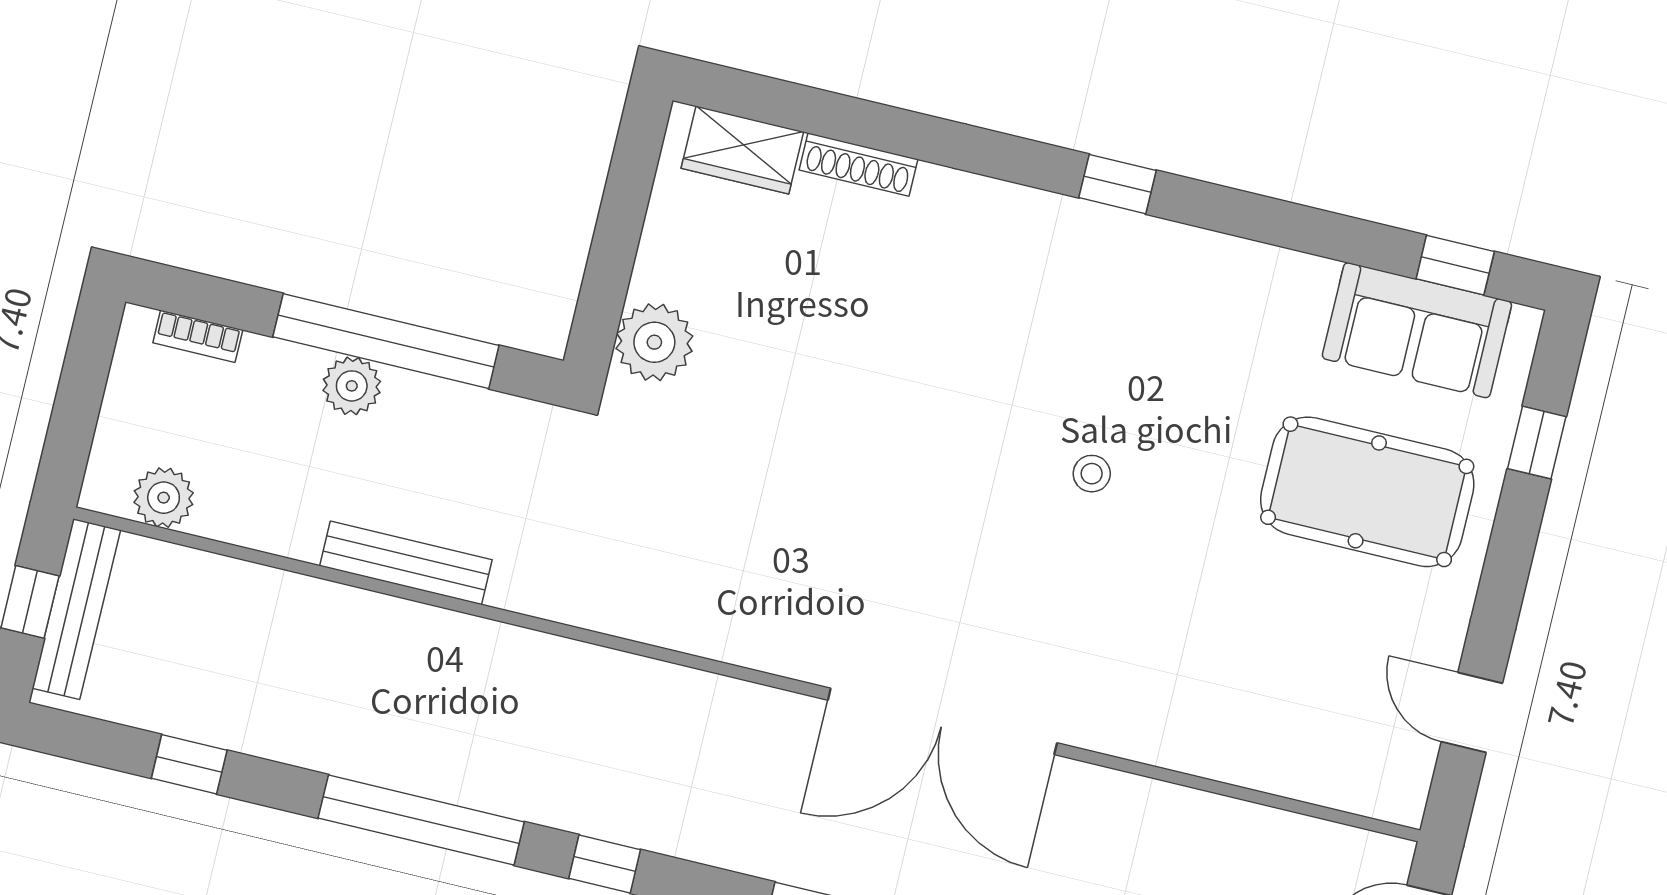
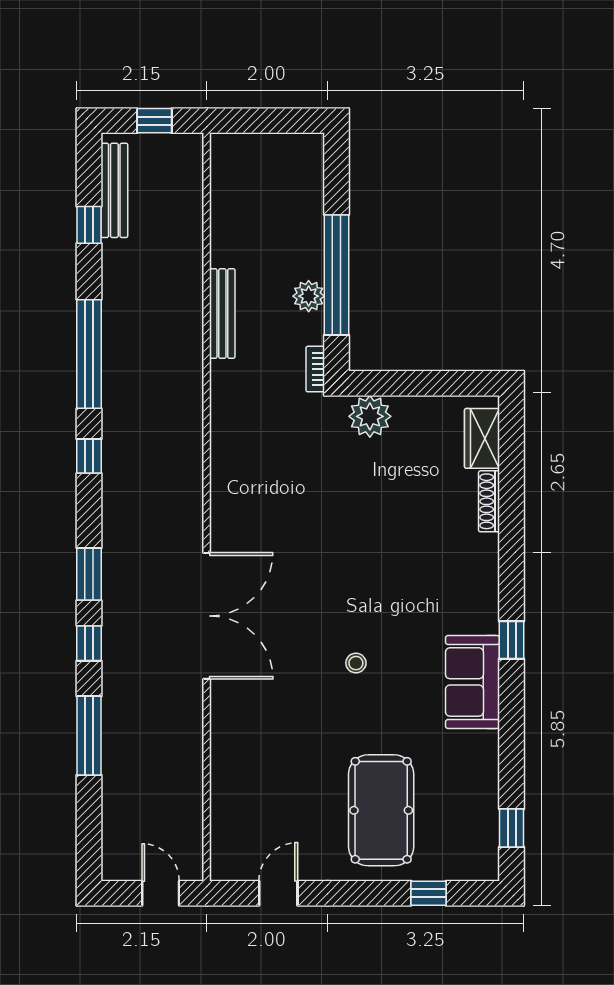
sofa: (1417, 330) -> (472, 682), moved
bookcase: (198, 336) -> (315, 369), moved
plant: (352, 386) -> (309, 296), moved
plant: (164, 498) -> (226, 178), removed
bench: (76, 609) -> (114, 190), moved, turned 90
double door: (942, 721) -> (207, 616), swing flipped

